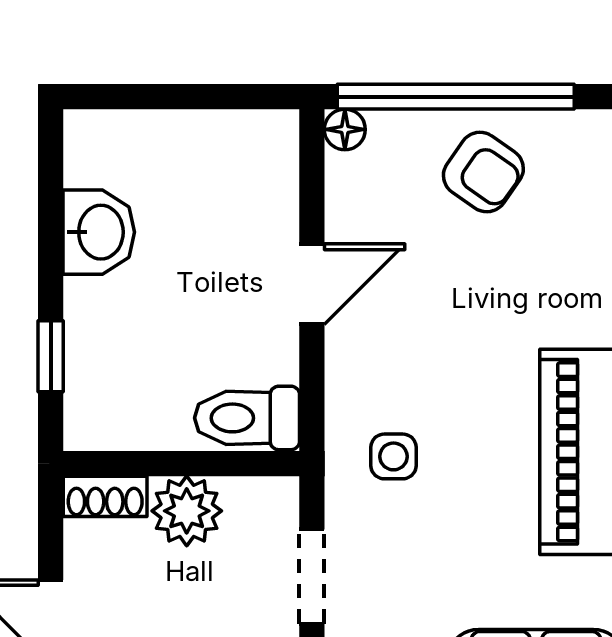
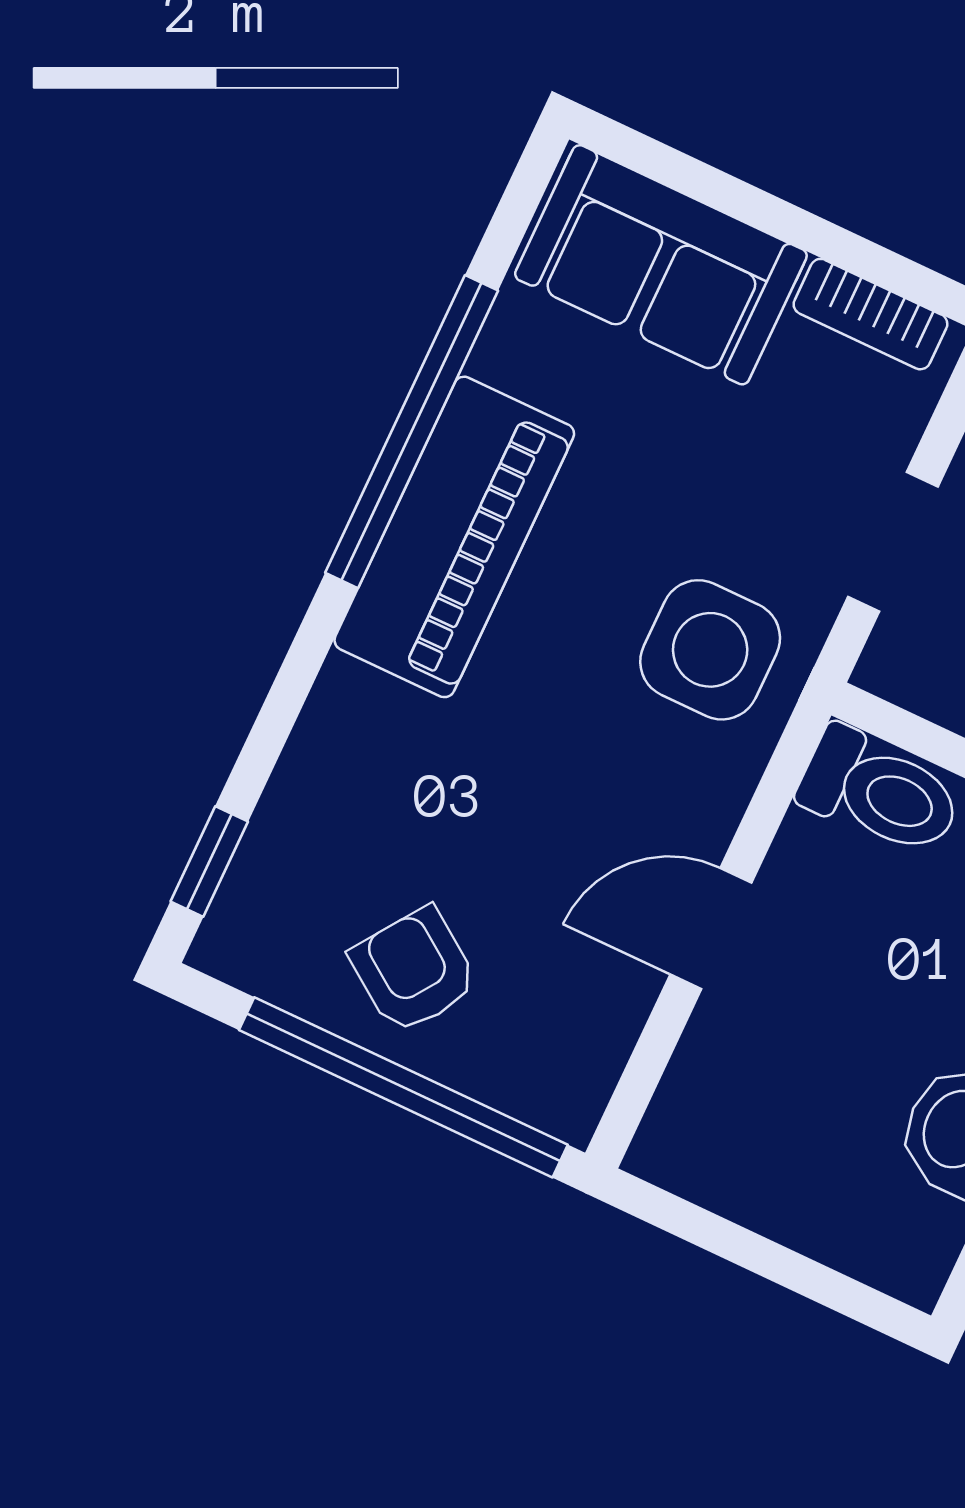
floor lamp: (345, 129) -> (571, 1113), removed
side table: (394, 456) -> (710, 650), width x1.87, depth x1.87

